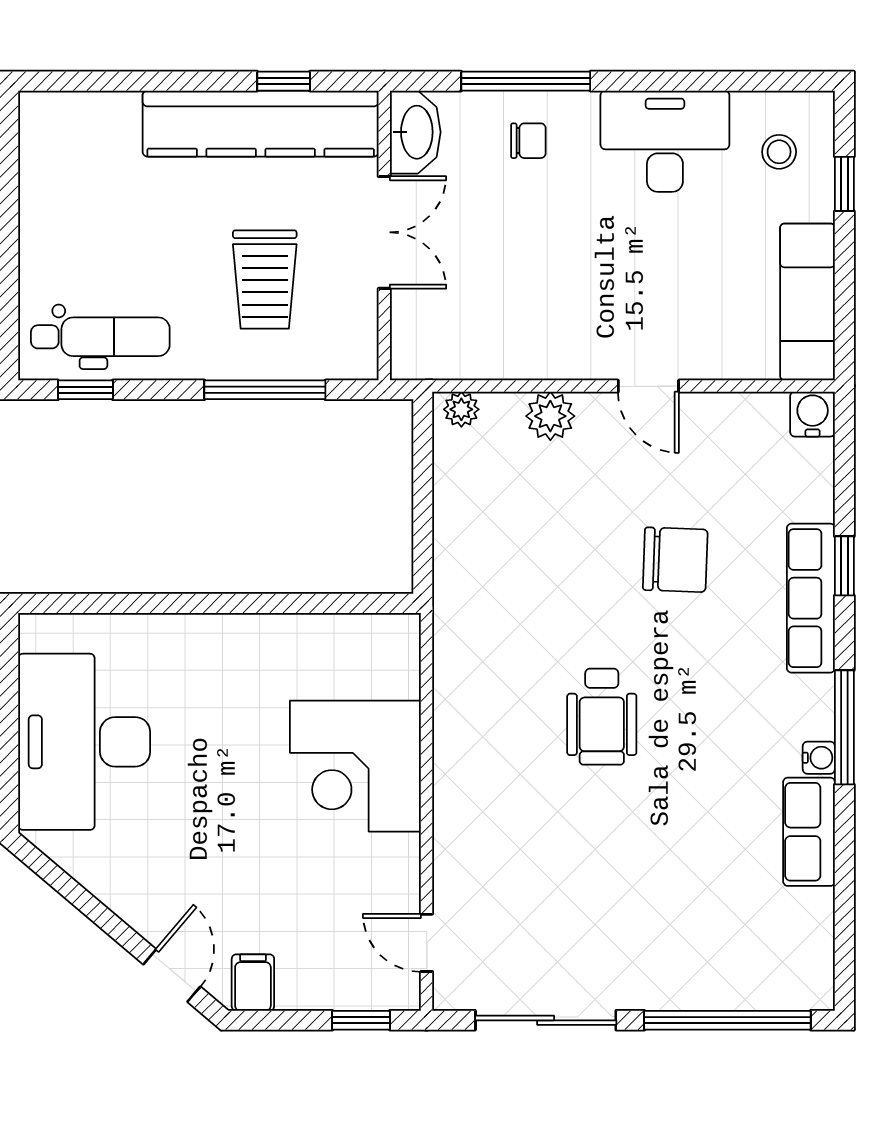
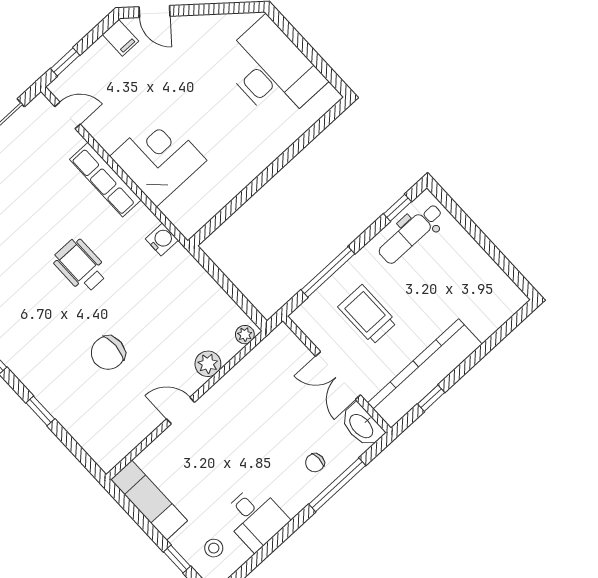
desk: (665, 141) -> (255, 518), width x0.73
water cooler: (813, 414) -> (162, 239), moved, turned -90
row of seats: (811, 598) -> (105, 180), moved, turned 180

